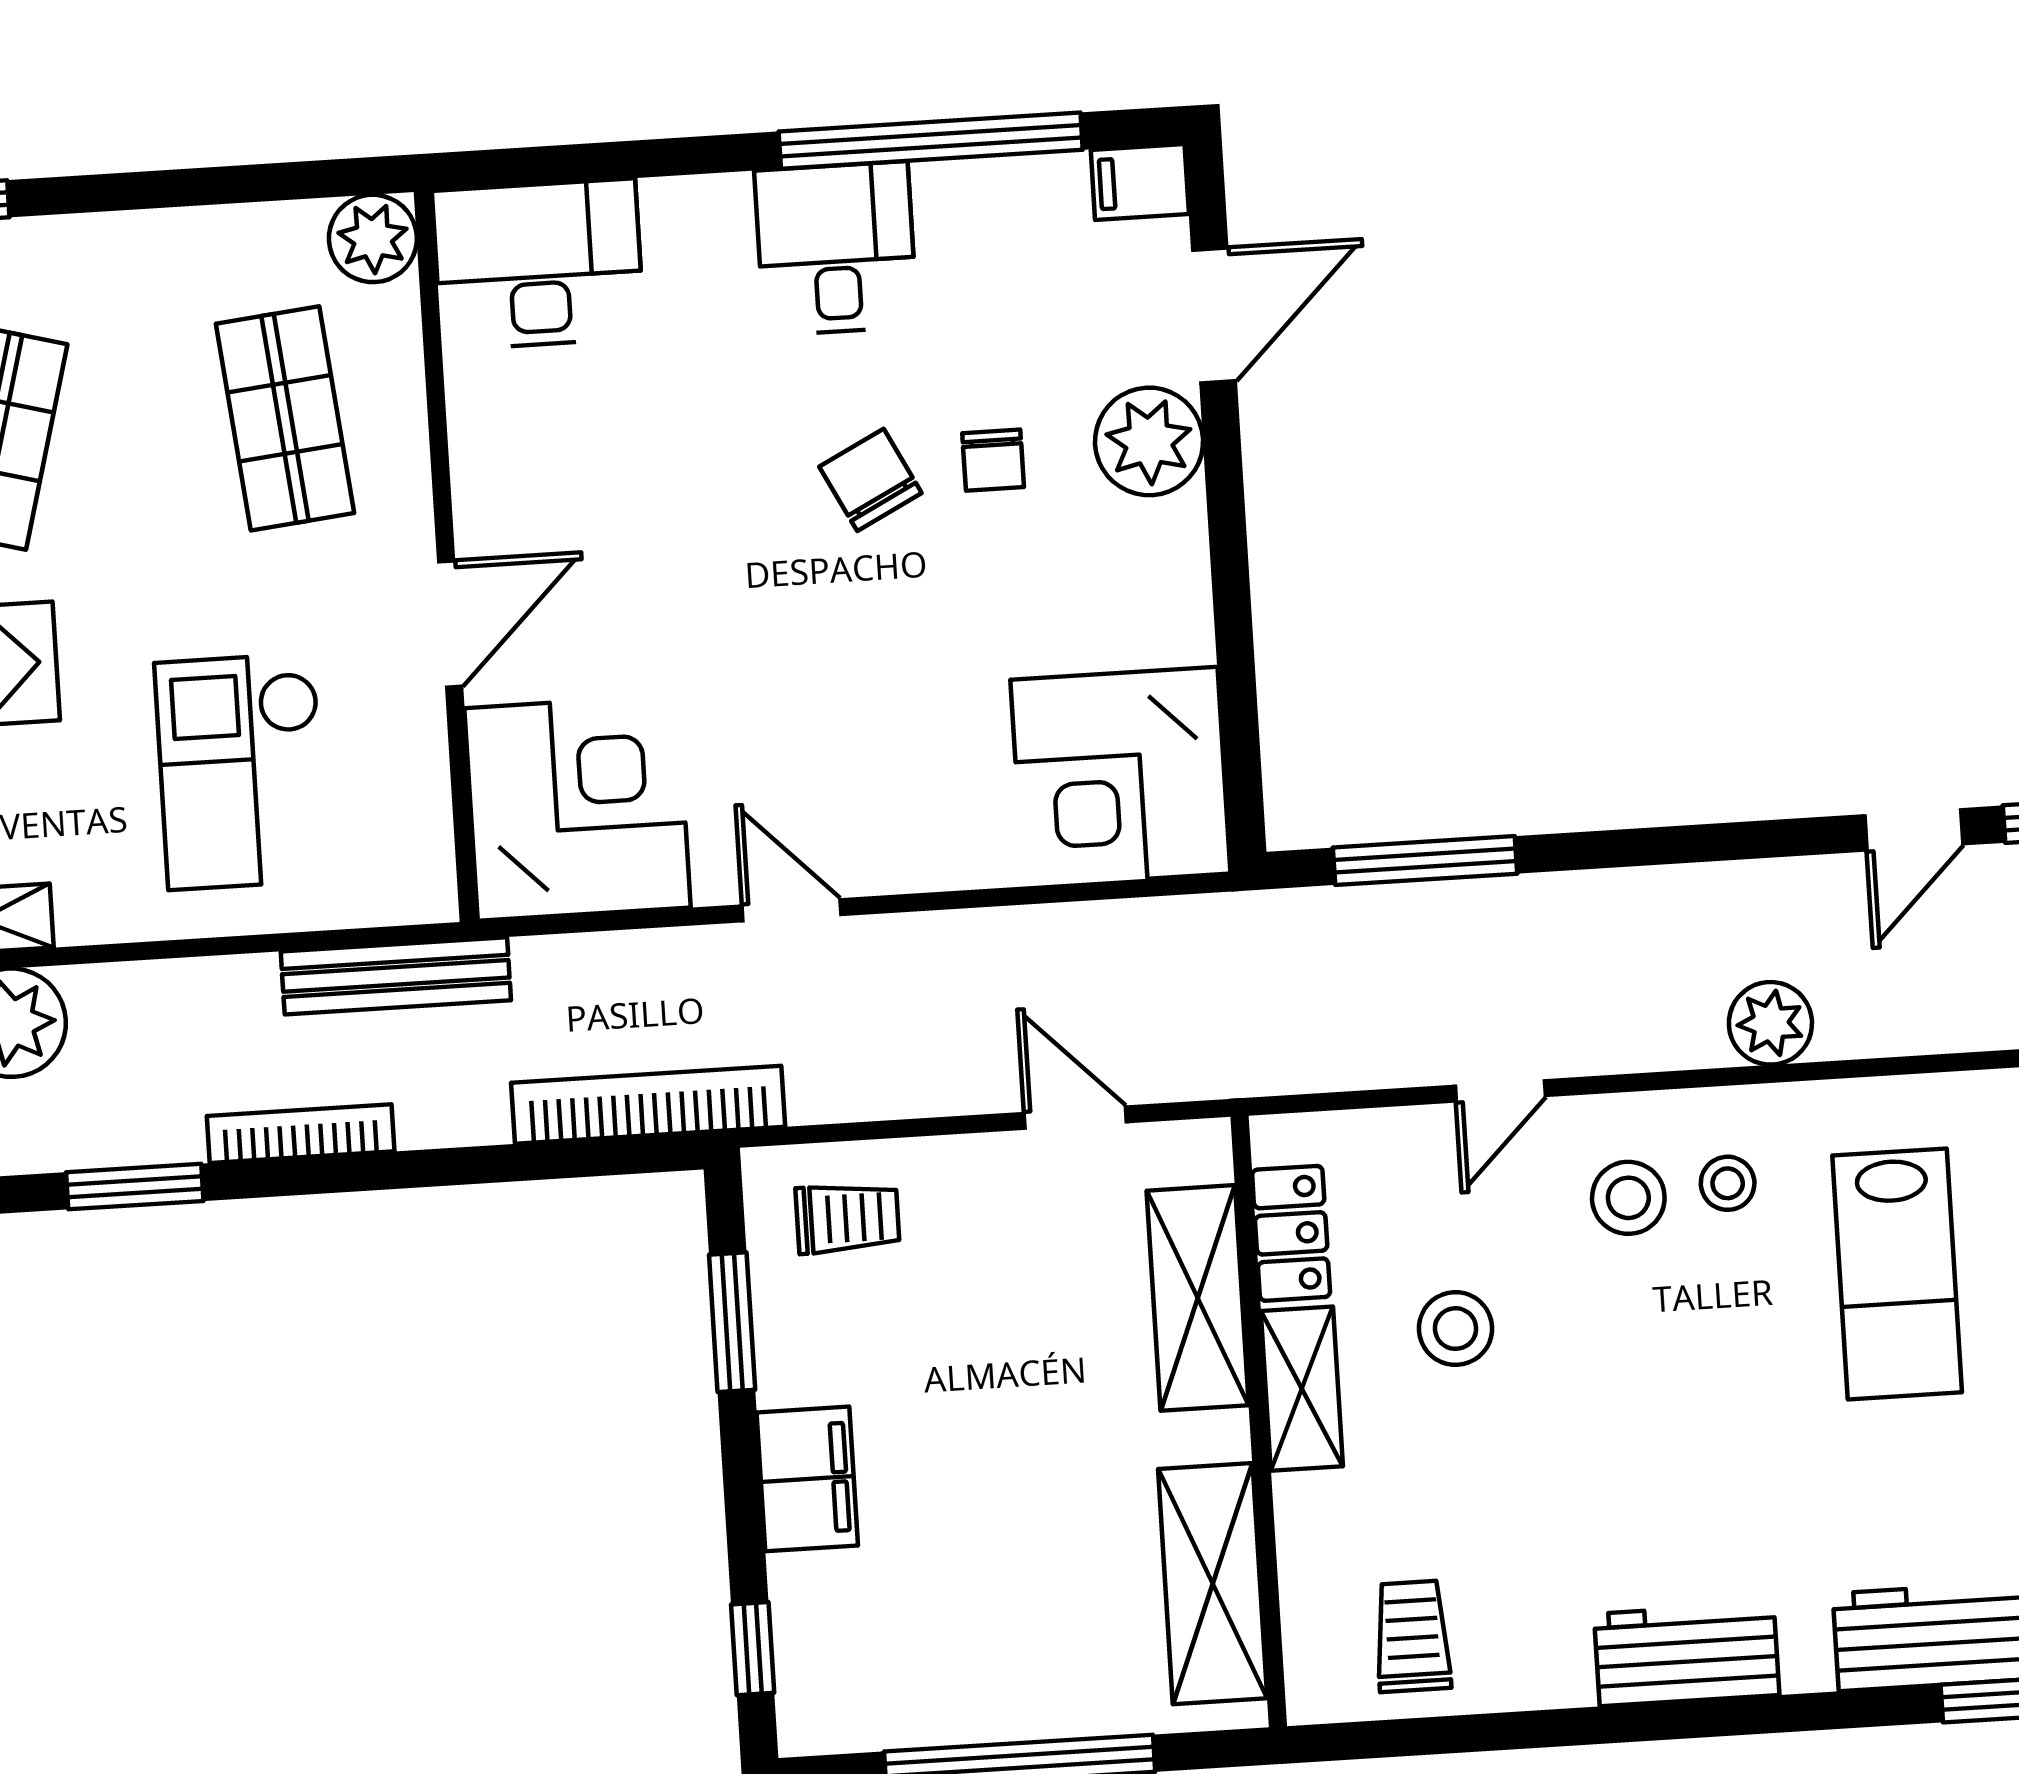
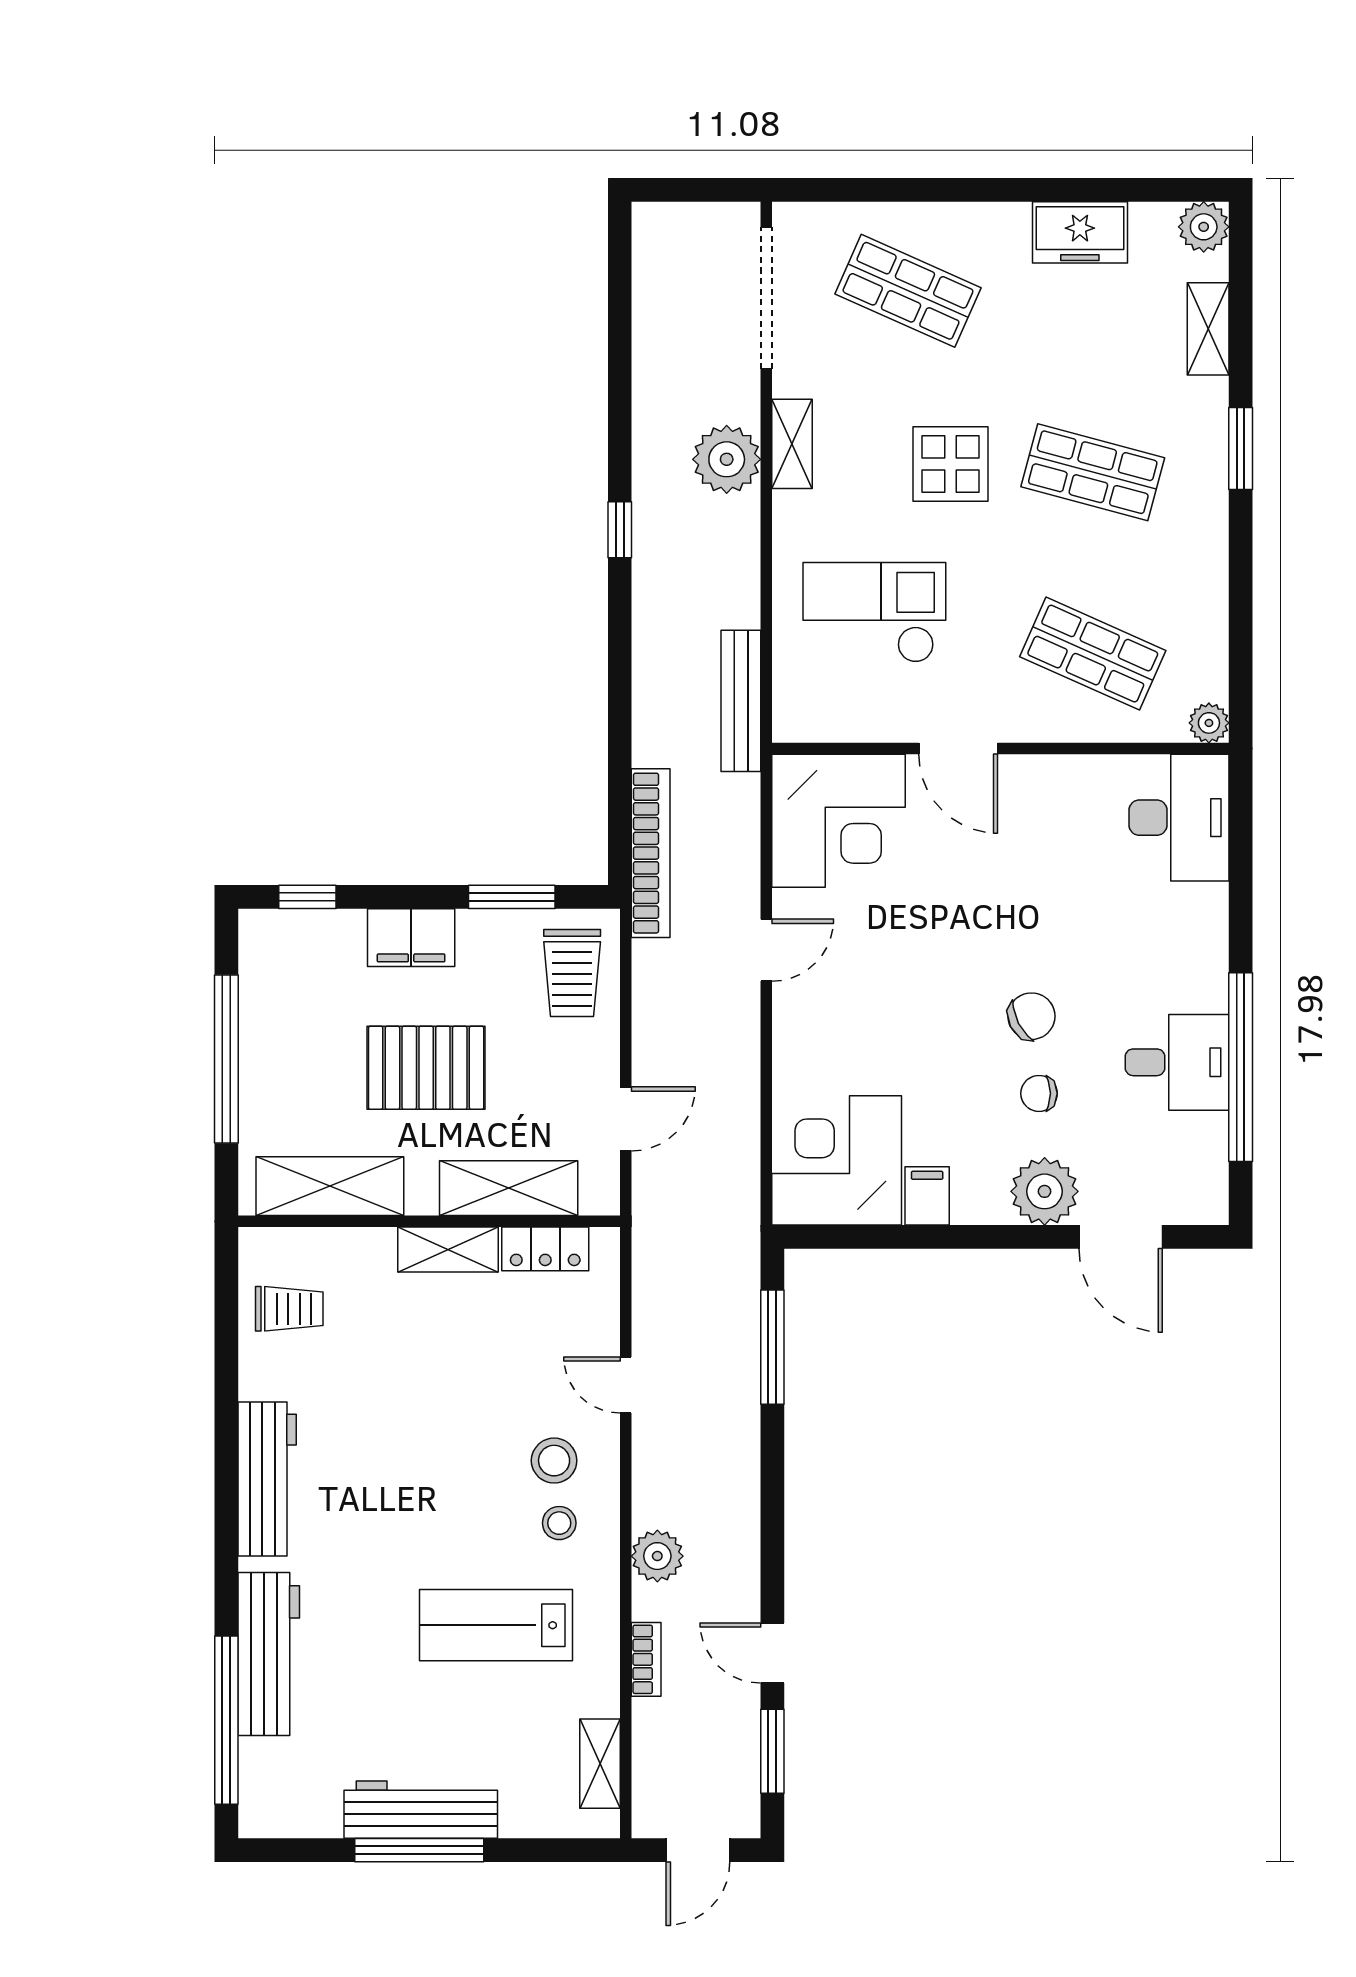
filing cabinet: (1140, 182) -> (927, 1196), moved
plant: (373, 238) -> (1209, 723), width x0.73, depth x0.73
desk: (836, 248) -> (1177, 1062), moved
shop shelf: (285, 418) -> (1093, 654), turned 30
bookcase: (301, 1134) -> (646, 1659), moved, width x0.64
window: (135, 1187) -> (620, 530), width x0.67
trolley: (848, 1218) -> (572, 973), width x1.36, depth x1.39
stool: (1456, 1329) -> (479, 1348), removed
pallet: (1014, 1442) -> (426, 1068), added
workbench: (1687, 1654) -> (267, 1479), width x1.38

